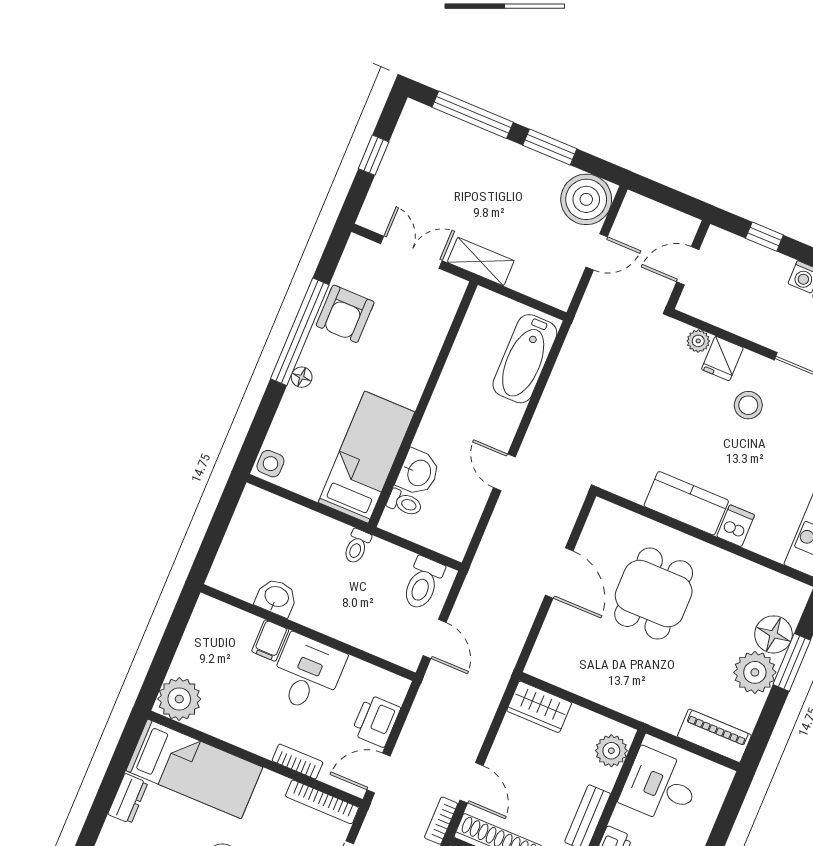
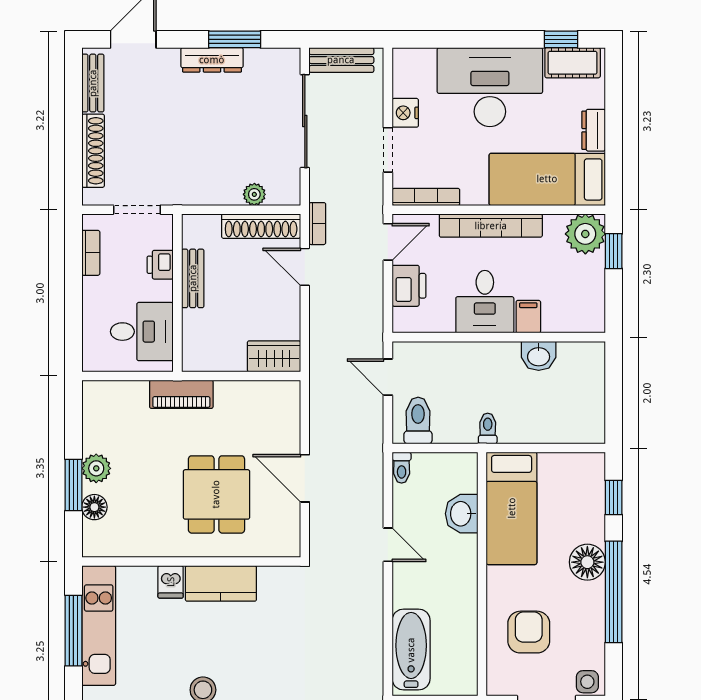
armchair: (345, 314) -> (529, 632), moved
floor lamp: (302, 377) -> (587, 562), width x1.89, depth x1.89
window: (261, 425) -> (614, 498), added
side table: (271, 464) -> (587, 682), moved
toilet: (405, 503) -> (402, 468), moved, turned -90
floor lamp: (773, 634) -> (94, 507), width x0.73, depth x0.73
window: (158, 670) -> (614, 251), added
plant: (755, 672) -> (96, 468), width x0.73, depth x0.73
piano: (714, 736) -> (181, 394), moved
plant: (611, 751) -> (196, 344), removed
bookcase: (297, 761) -> (491, 226), width x2.31, depth x1.31

